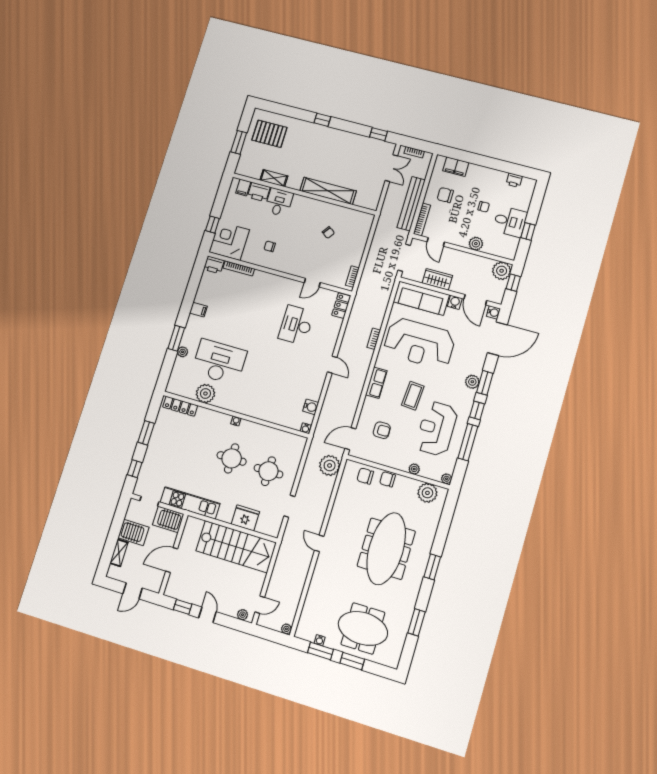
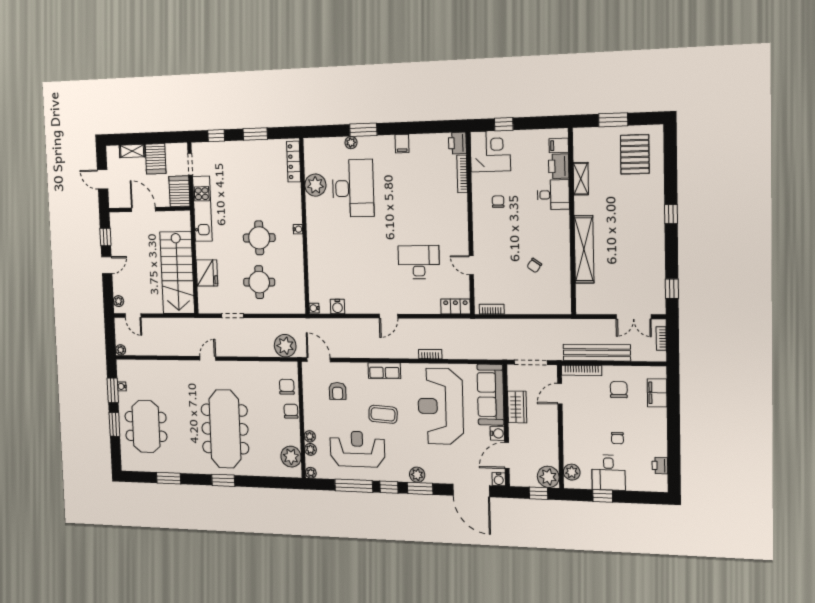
plant: (476, 244) -> (572, 472), moved
plant: (426, 472) -> (310, 449), added
meeting table: (386, 549) -> (225, 429), turned 90

